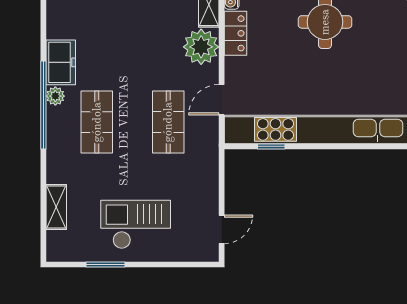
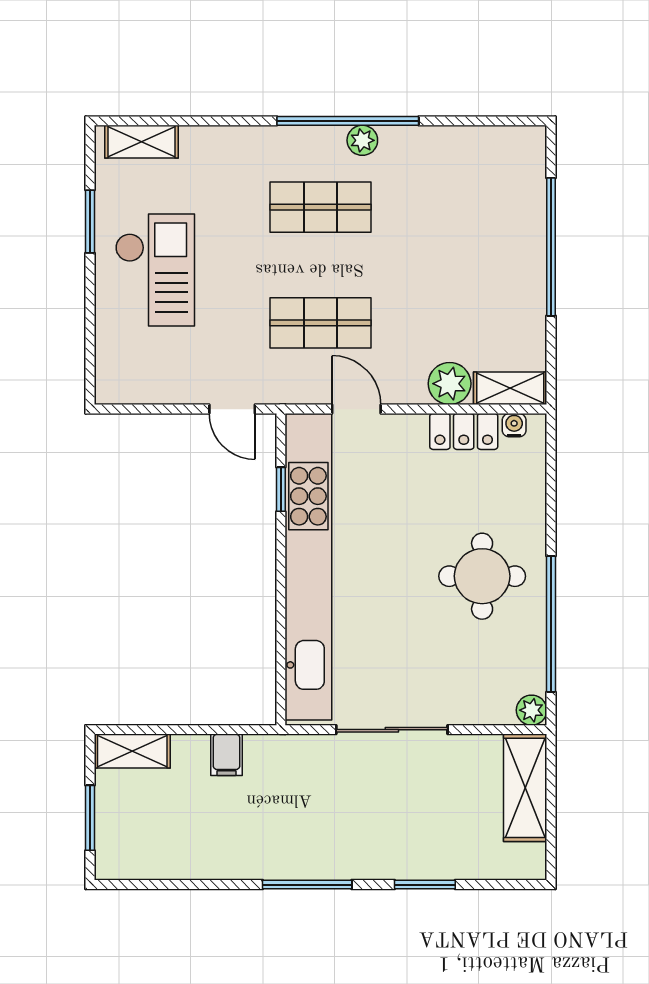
plant: (201, 47) -> (450, 384), width x0.73, depth x0.73
freezer: (61, 62) -> (417, 149), removed
shelving: (56, 207) -> (141, 142), moved
door: (222, 229) -> (232, 409), moved

